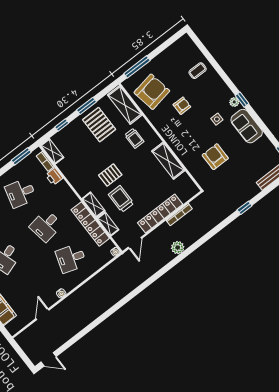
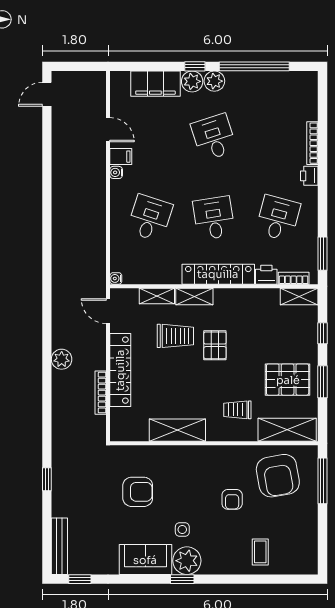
plant: (234, 102) -> (187, 561), width x1.88, depth x1.88
locker: (90, 224) -> (218, 274), moved
filing cabinet: (51, 297) -> (121, 157), added

